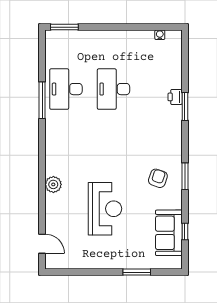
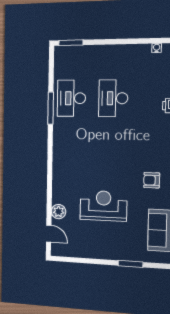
armchair: (158, 178) -> (152, 180), turned -109
plant: (53, 184) -> (59, 212), moved
reception desk: (105, 209) -> (103, 206), turned -90

